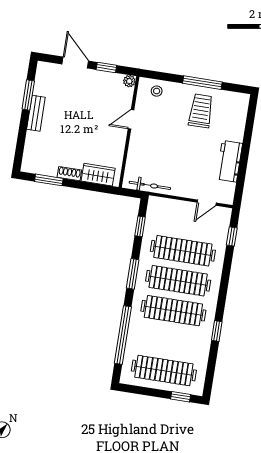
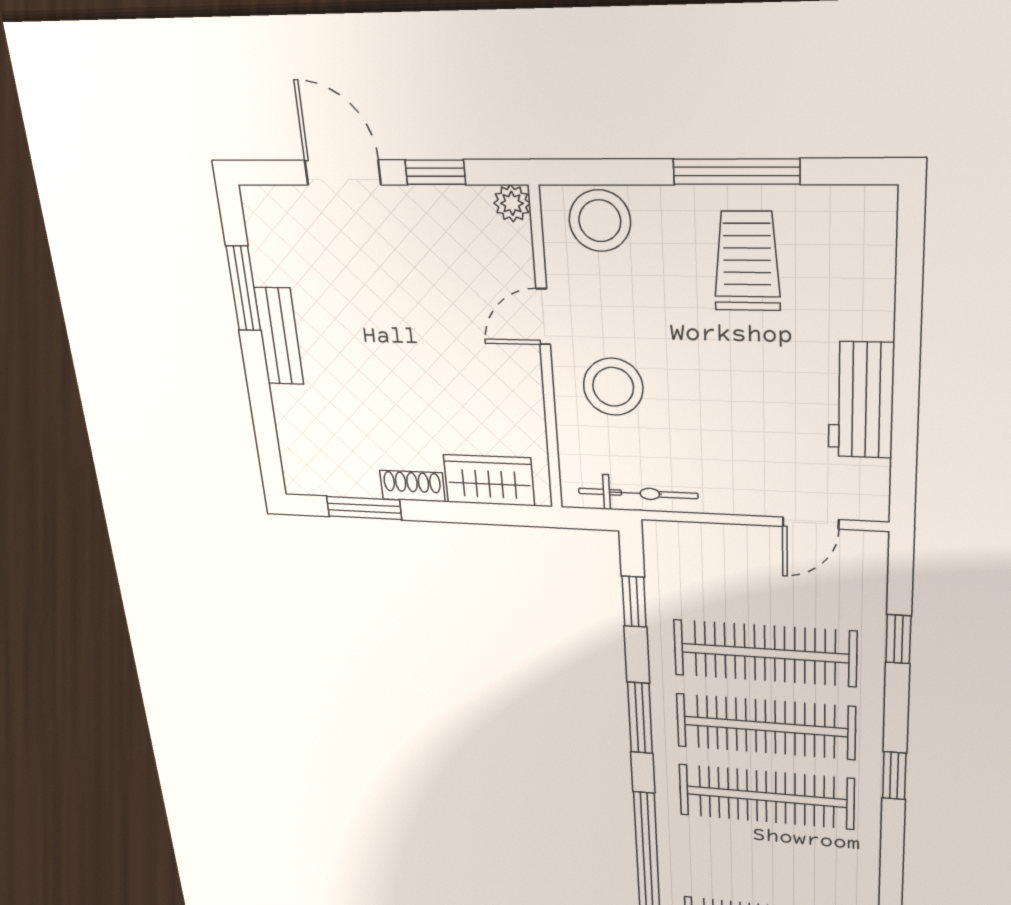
stool: (157, 91) -> (600, 221), width x1.89, depth x1.89
stool: (149, 146) -> (613, 387), added
window: (232, 236) -> (898, 639), moved
window: (217, 331) -> (894, 776), moved

